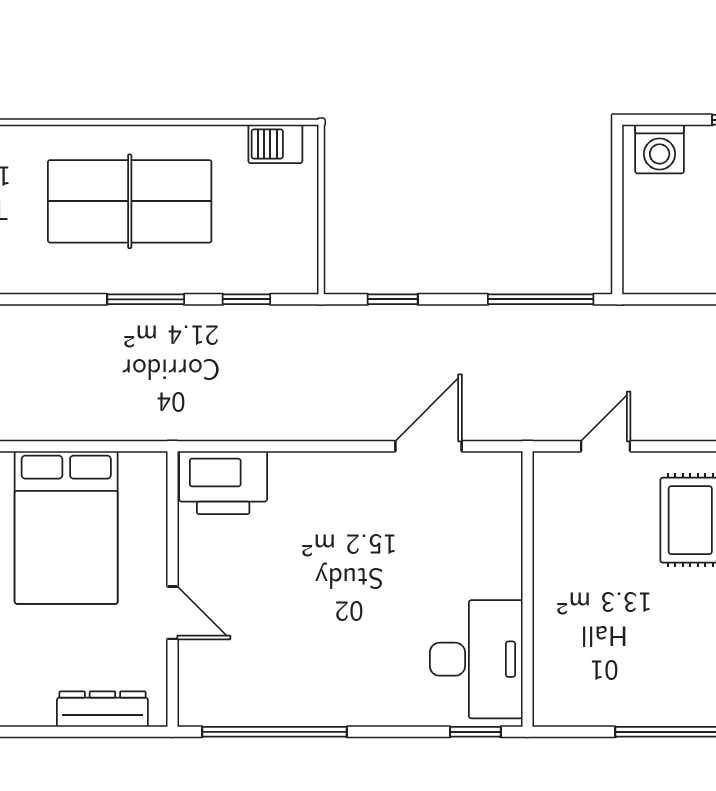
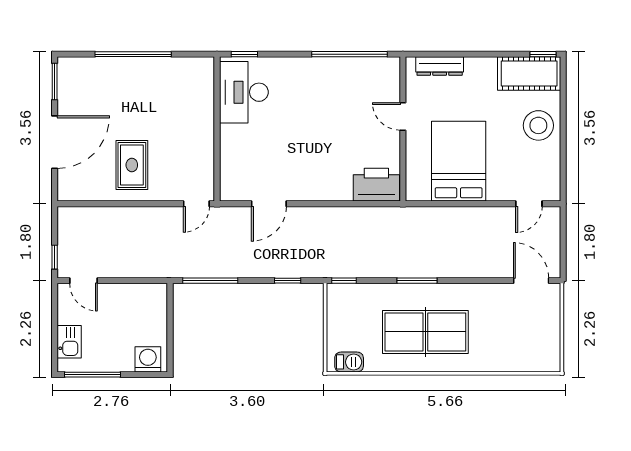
window: (246, 299) -> (344, 281), moved
door: (606, 446) -> (196, 204), moved

